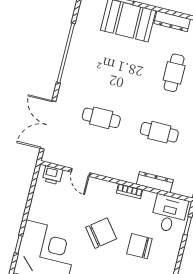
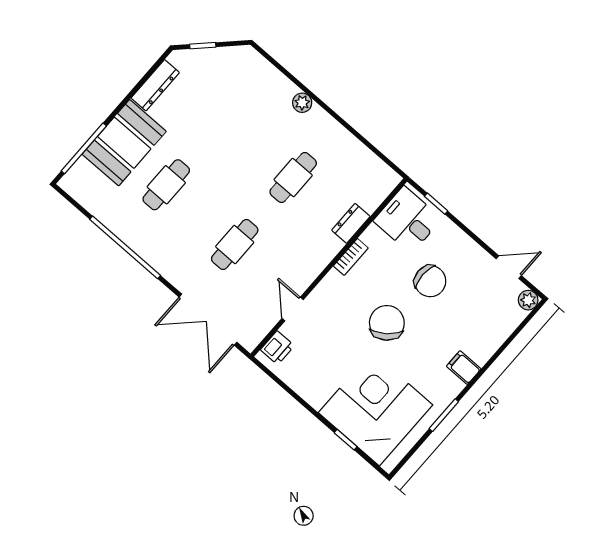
cafe table: (174, 73) -> (166, 185), moved, turned 90
door: (80, 172) -> (293, 309), swing flipped
dresser: (155, 182) -> (351, 223), width x0.70
chair: (139, 246) -> (430, 281), turned -90

